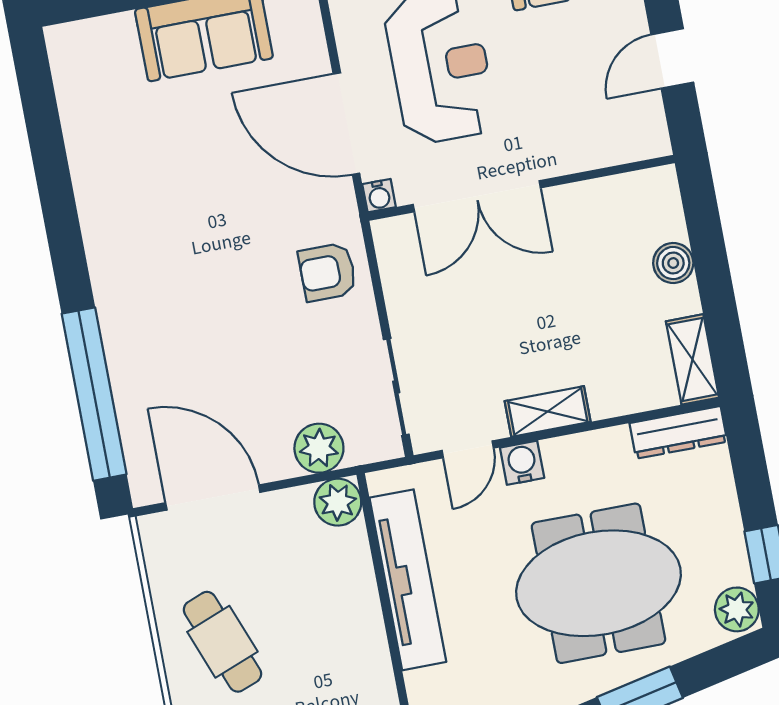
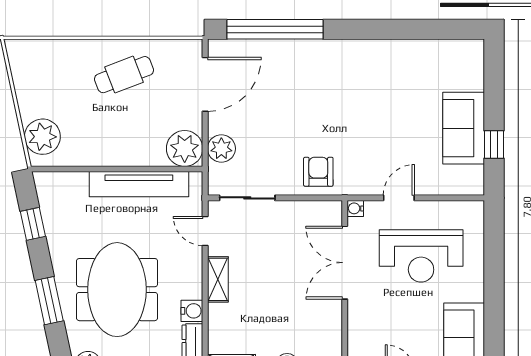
door: (346, 124) -> (399, 198), width x0.53
water cooler: (522, 463) -> (192, 311), moved
plant: (338, 502) -> (185, 148), width x1.36, depth x1.36

